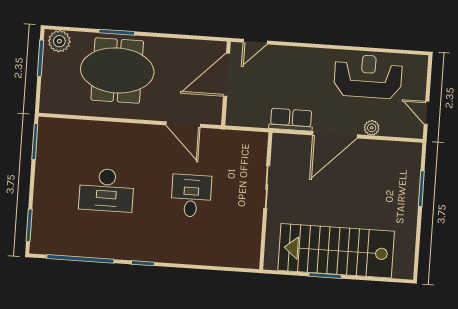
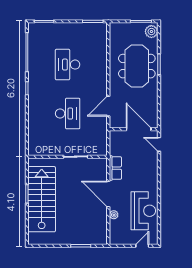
door: (426, 113) -> (142, 246), moved
desk: (191, 196) -> (68, 114), width x1.37

